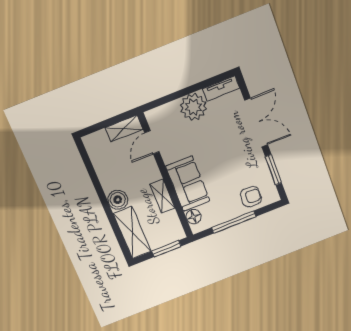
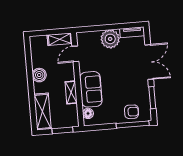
boiler: (118, 200) -> (39, 75), moved
window: (234, 222) -> (133, 124), moved

